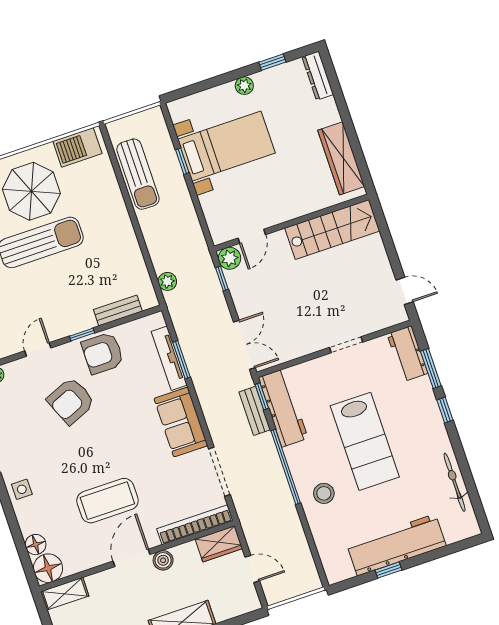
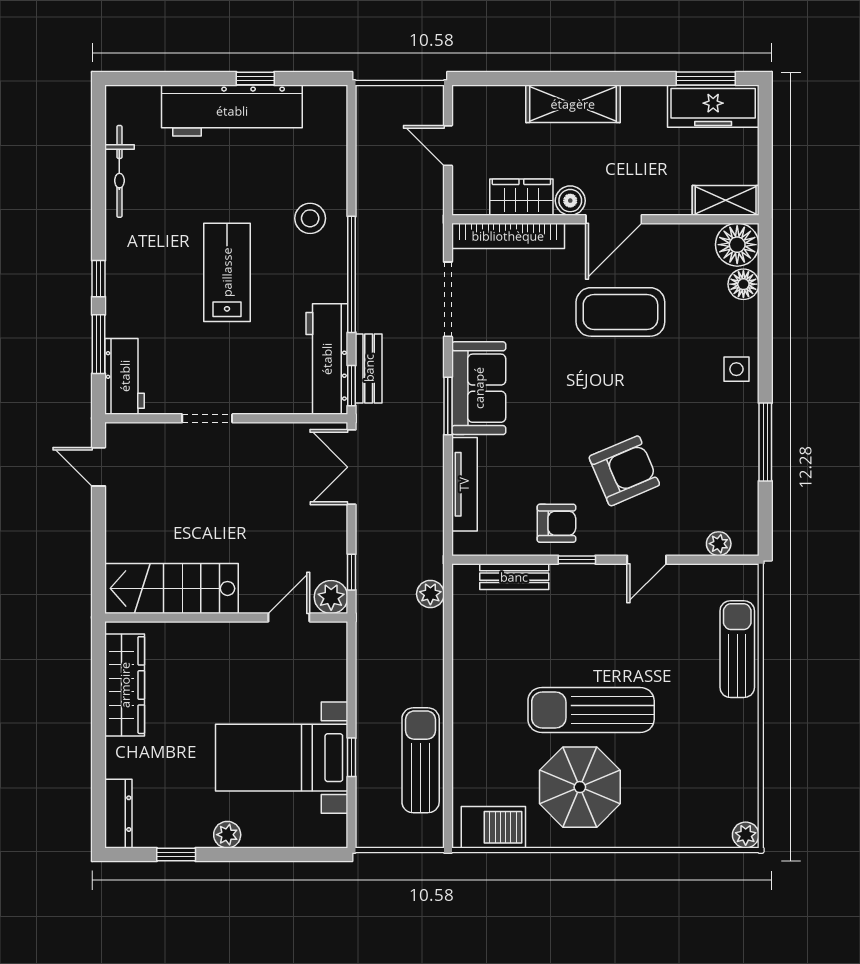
armchair: (103, 353) -> (556, 523), width x0.72, depth x0.72
window: (181, 360) -> (448, 406), moved
lab bench: (365, 441) -> (227, 272), width x0.73, depth x0.72
wardrobe: (219, 544) -> (521, 197), moved

